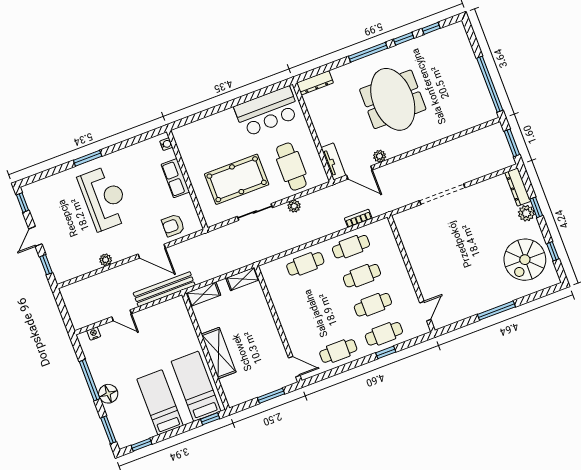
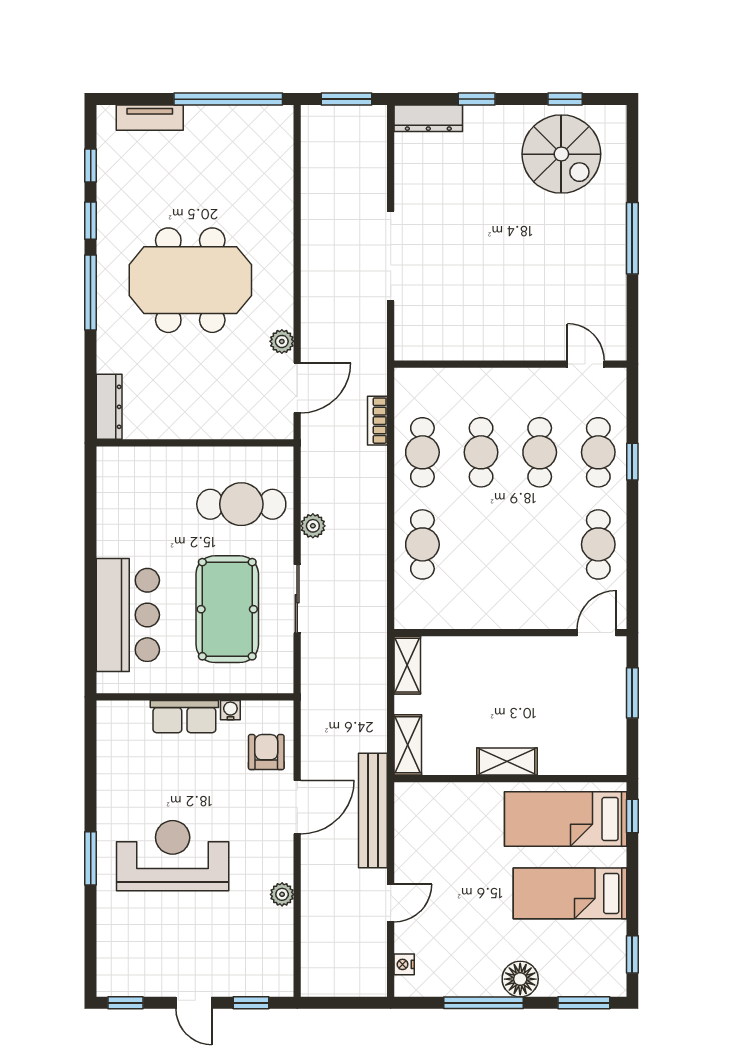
bar counter: (267, 111) -> (128, 615), moved
water cooler: (166, 144) -> (230, 710), moved
tv unit: (333, 162) -> (150, 118), moved, turned 180
plant: (526, 213) -> (480, 121), removed
armchair: (173, 225) -> (266, 752), turned 180
shelving: (219, 353) -> (507, 762), width x0.67, depth x0.75

